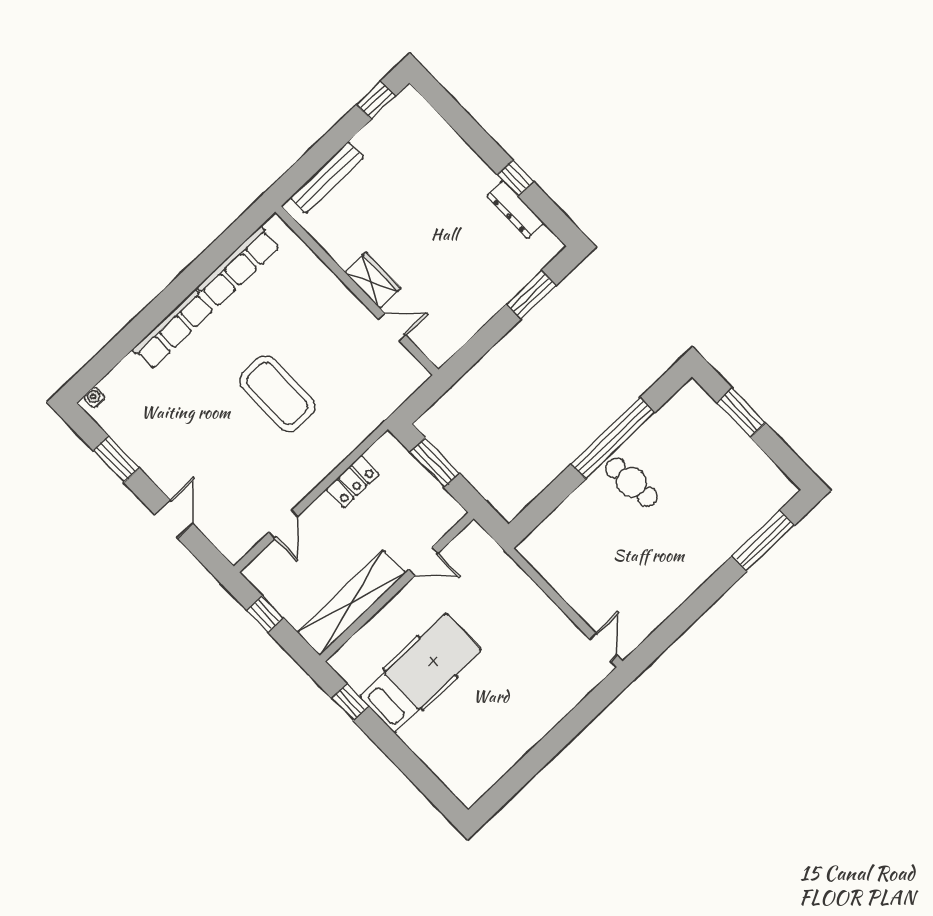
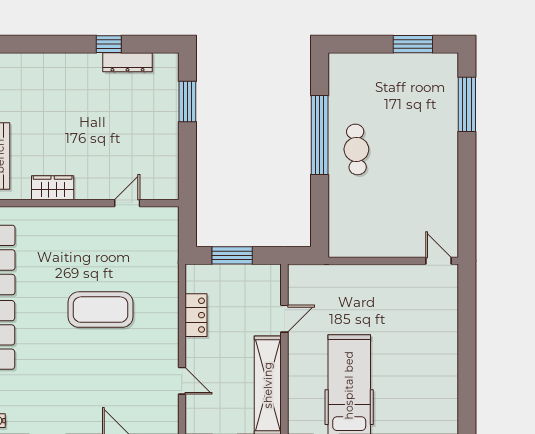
wardrobe: (373, 280) -> (53, 188), moved
window: (741, 413) -> (413, 44), moved
cafe table: (631, 482) -> (356, 149), turned 90

